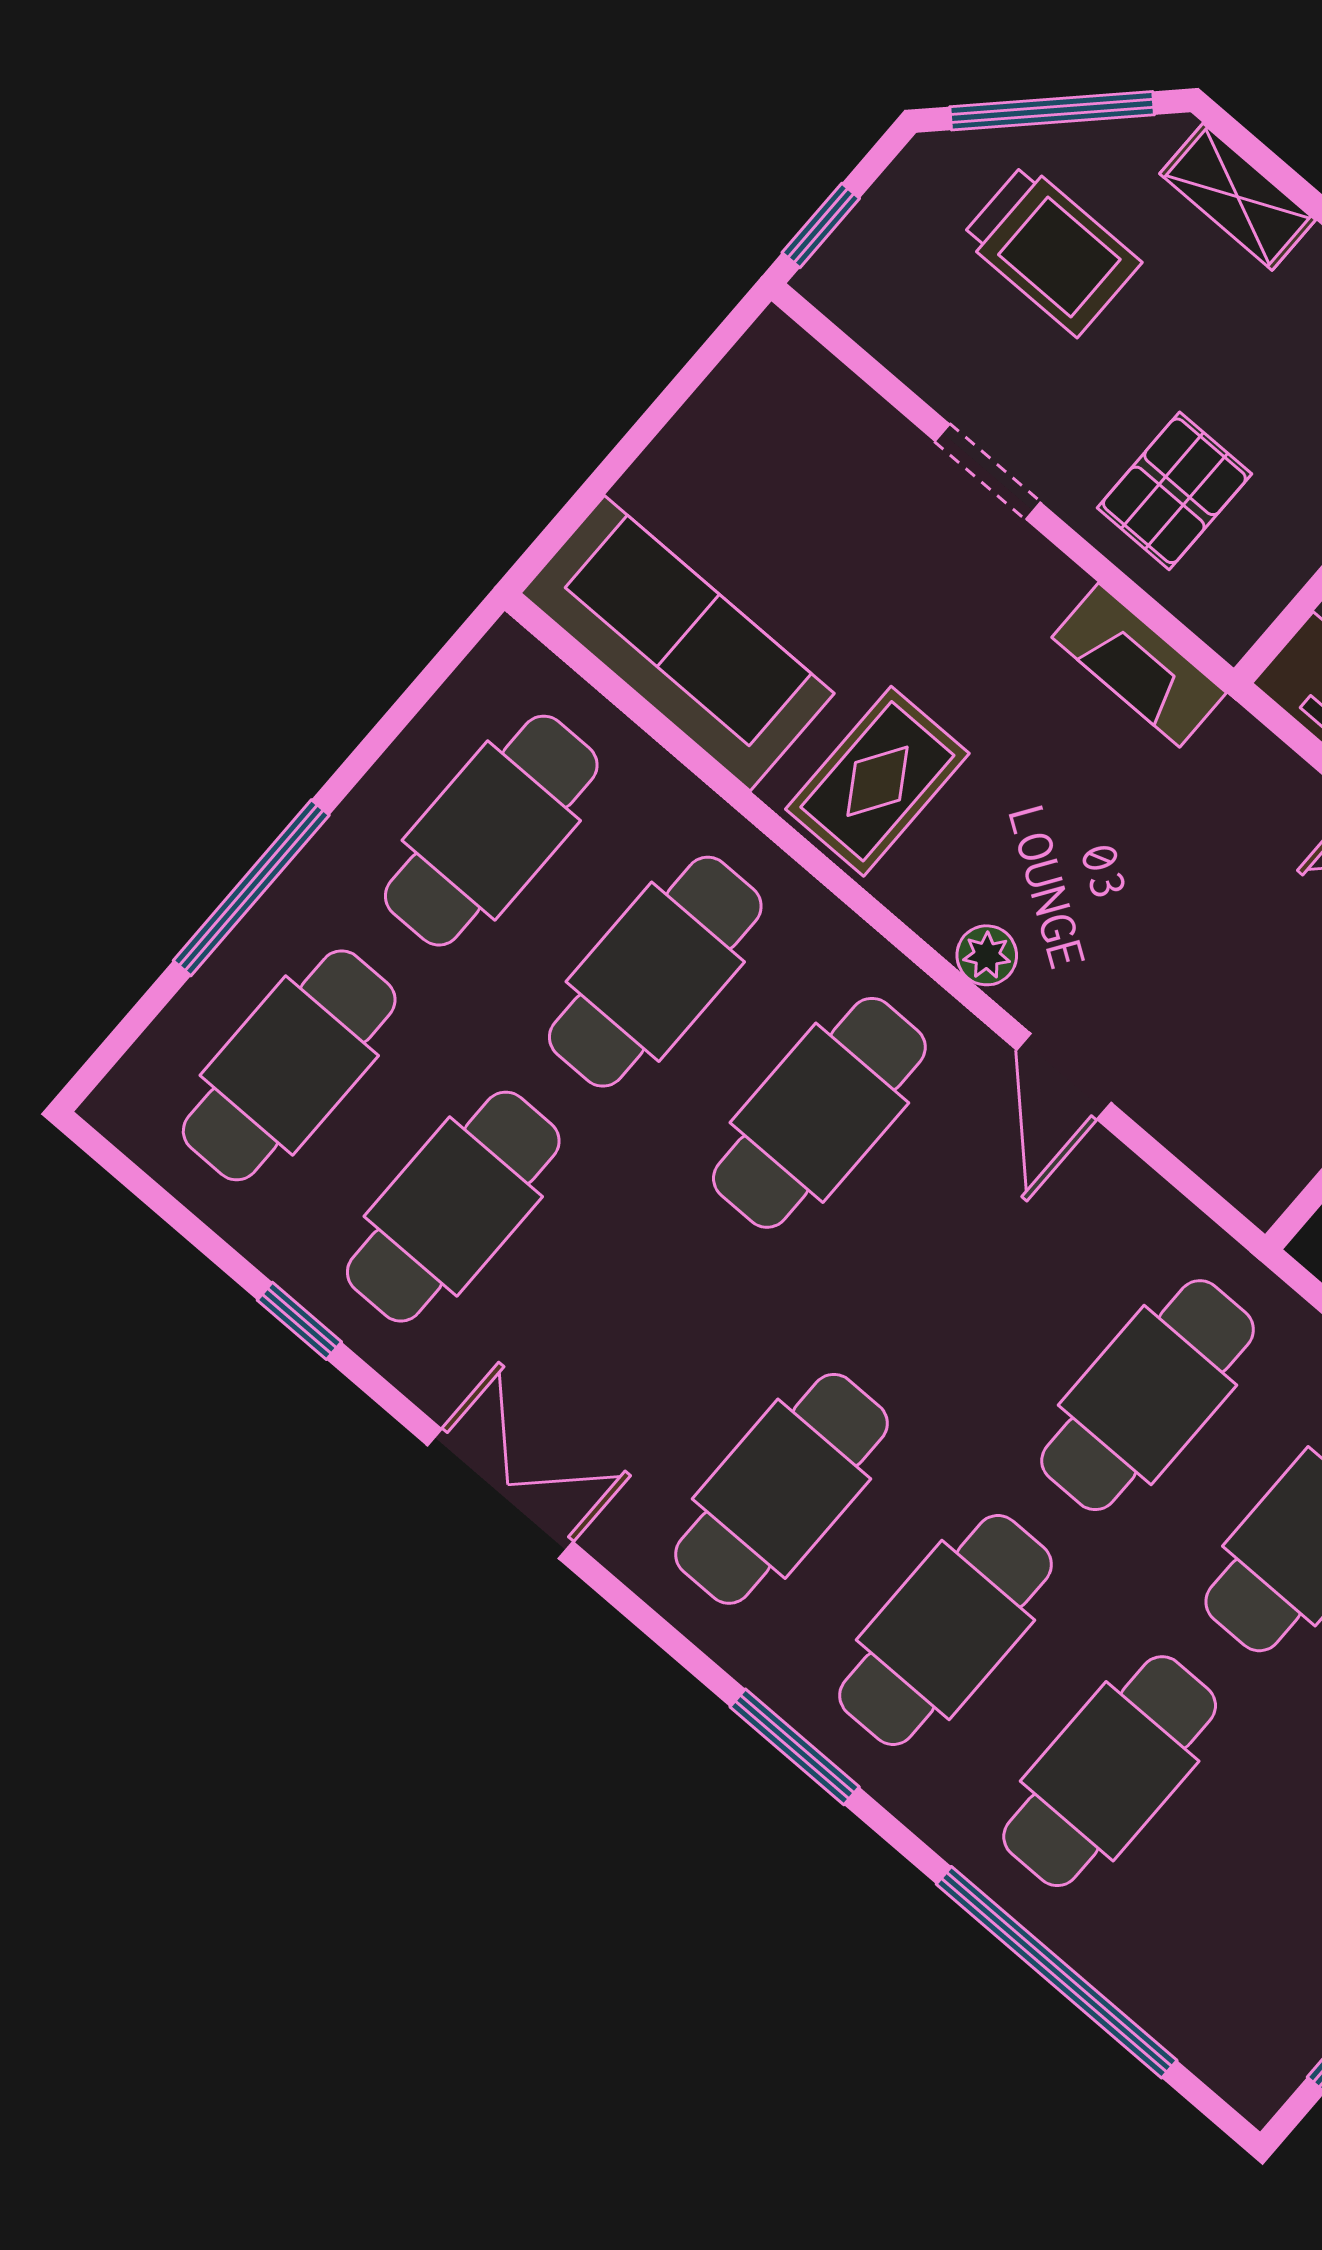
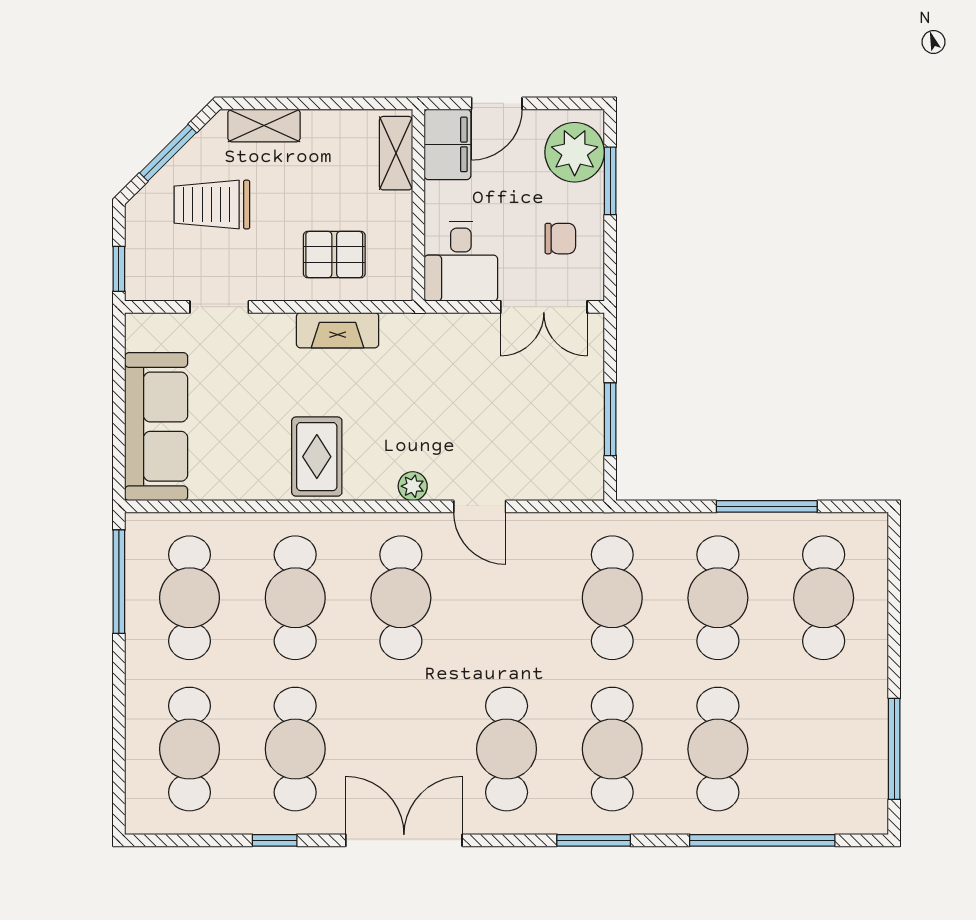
window: (1052, 111) -> (168, 153), width x0.69
trolley: (1051, 250) -> (212, 205), turned 180
doorway: (988, 472) -> (219, 307), moved
pallet: (1174, 491) -> (334, 255), turned 90
sofa: (677, 643) -> (156, 427), moved, turned 90
fireplace: (1139, 665) -> (338, 330), moved
window: (251, 888) -> (119, 582), moved
double door: (500, 1494) -> (404, 840), width x1.37

